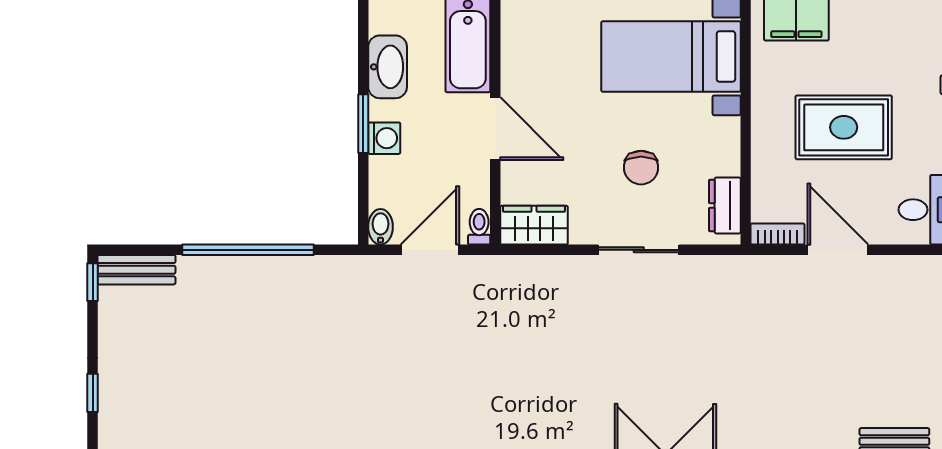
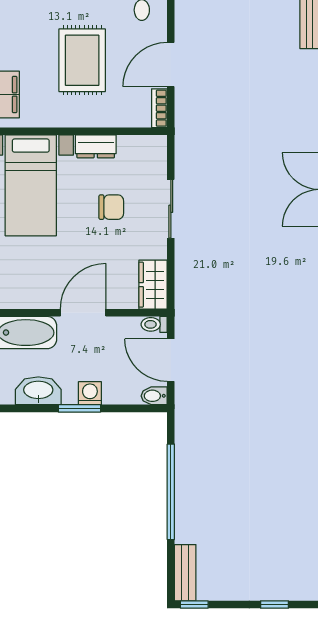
dresser: (725, 205) -> (96, 146), moved

